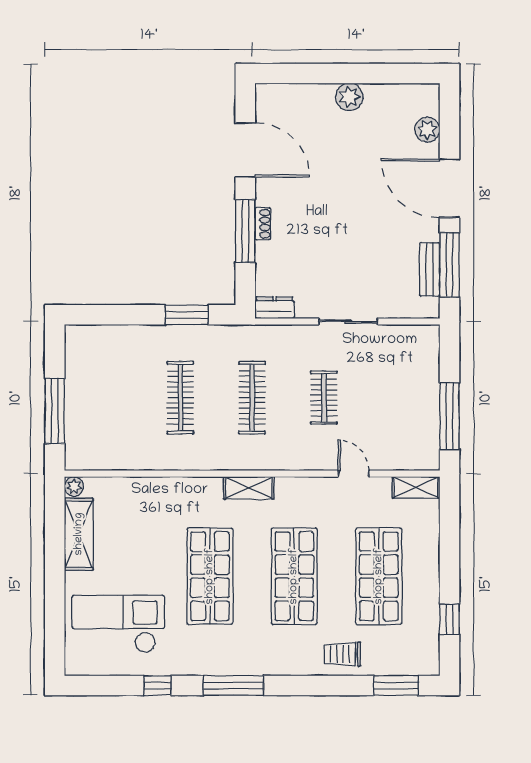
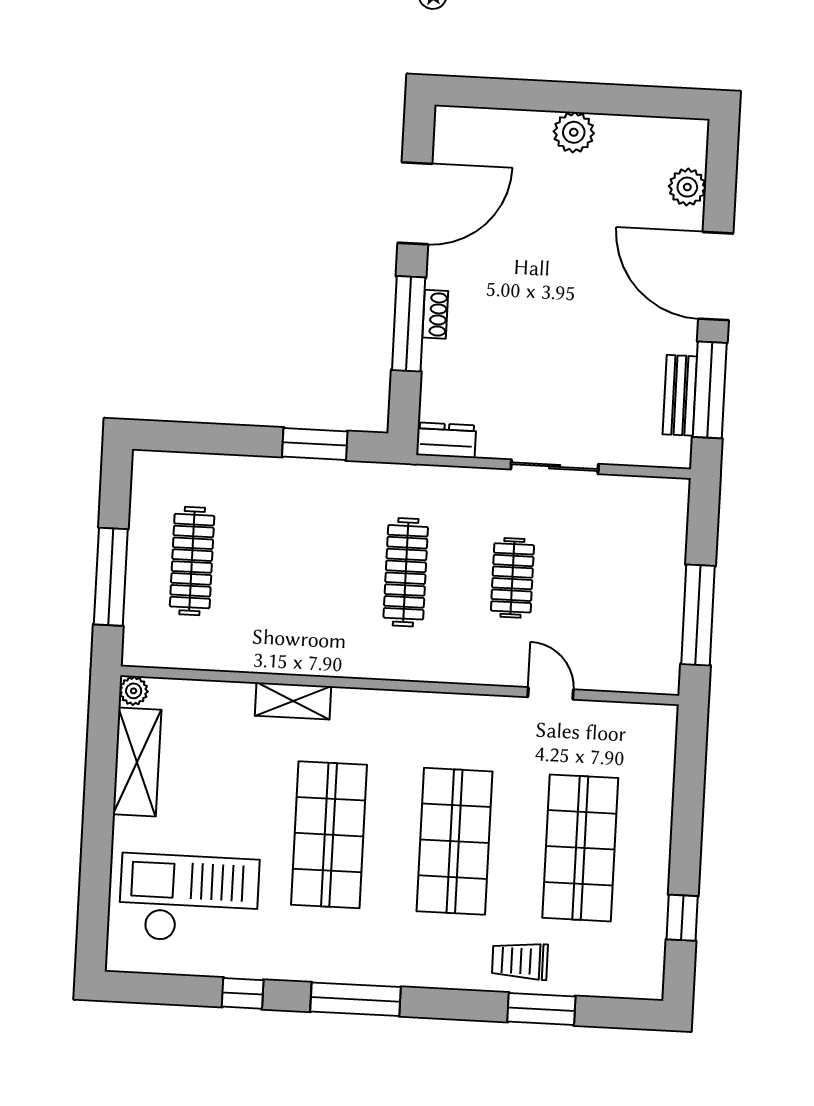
door: (245, 150) -> (415, 203), hinge flipped
clothes rail: (180, 398) -> (192, 561), moved
shelving: (416, 487) -> (643, 718), removed
shelving: (249, 488) -> (293, 701), moved
window: (396, 685) -> (541, 1009), moved

